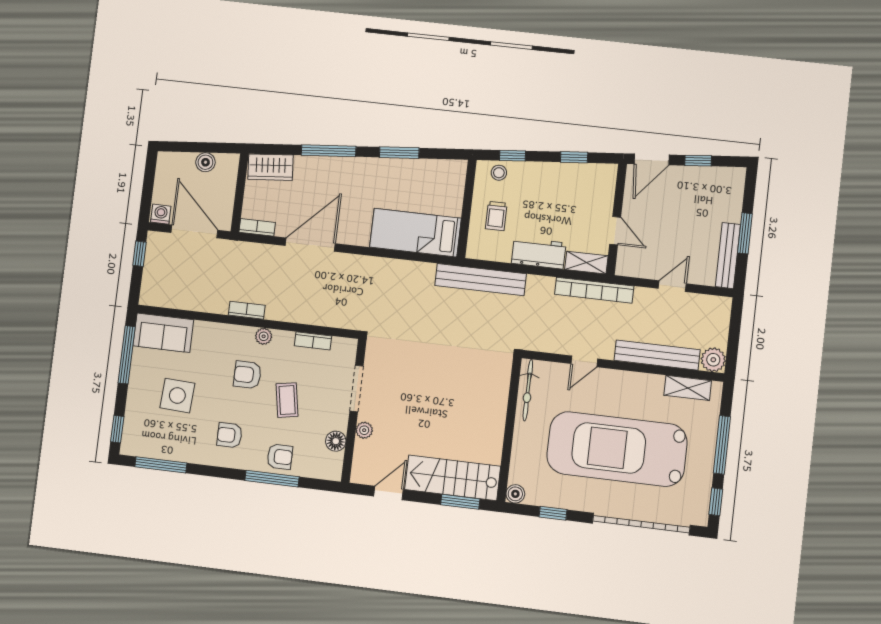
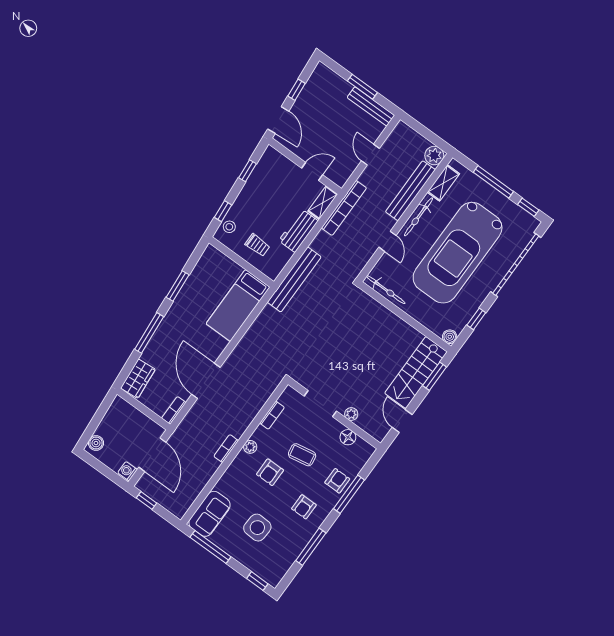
boiler: (205, 162) -> (96, 443), moved
door: (194, 231) -> (152, 455), swing flipped
bicycle: (633, 381) -> (419, 217), added
window: (161, 465) -> (311, 547), moved

